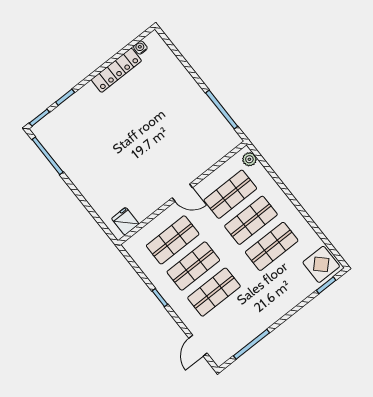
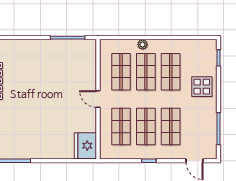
plant: (249, 159) -> (143, 44), moved
door: (182, 193) -> (98, 99), swing flipped
fridge: (125, 221) -> (85, 146), width x1.88, depth x1.34
display table: (321, 264) -> (202, 87), moved

